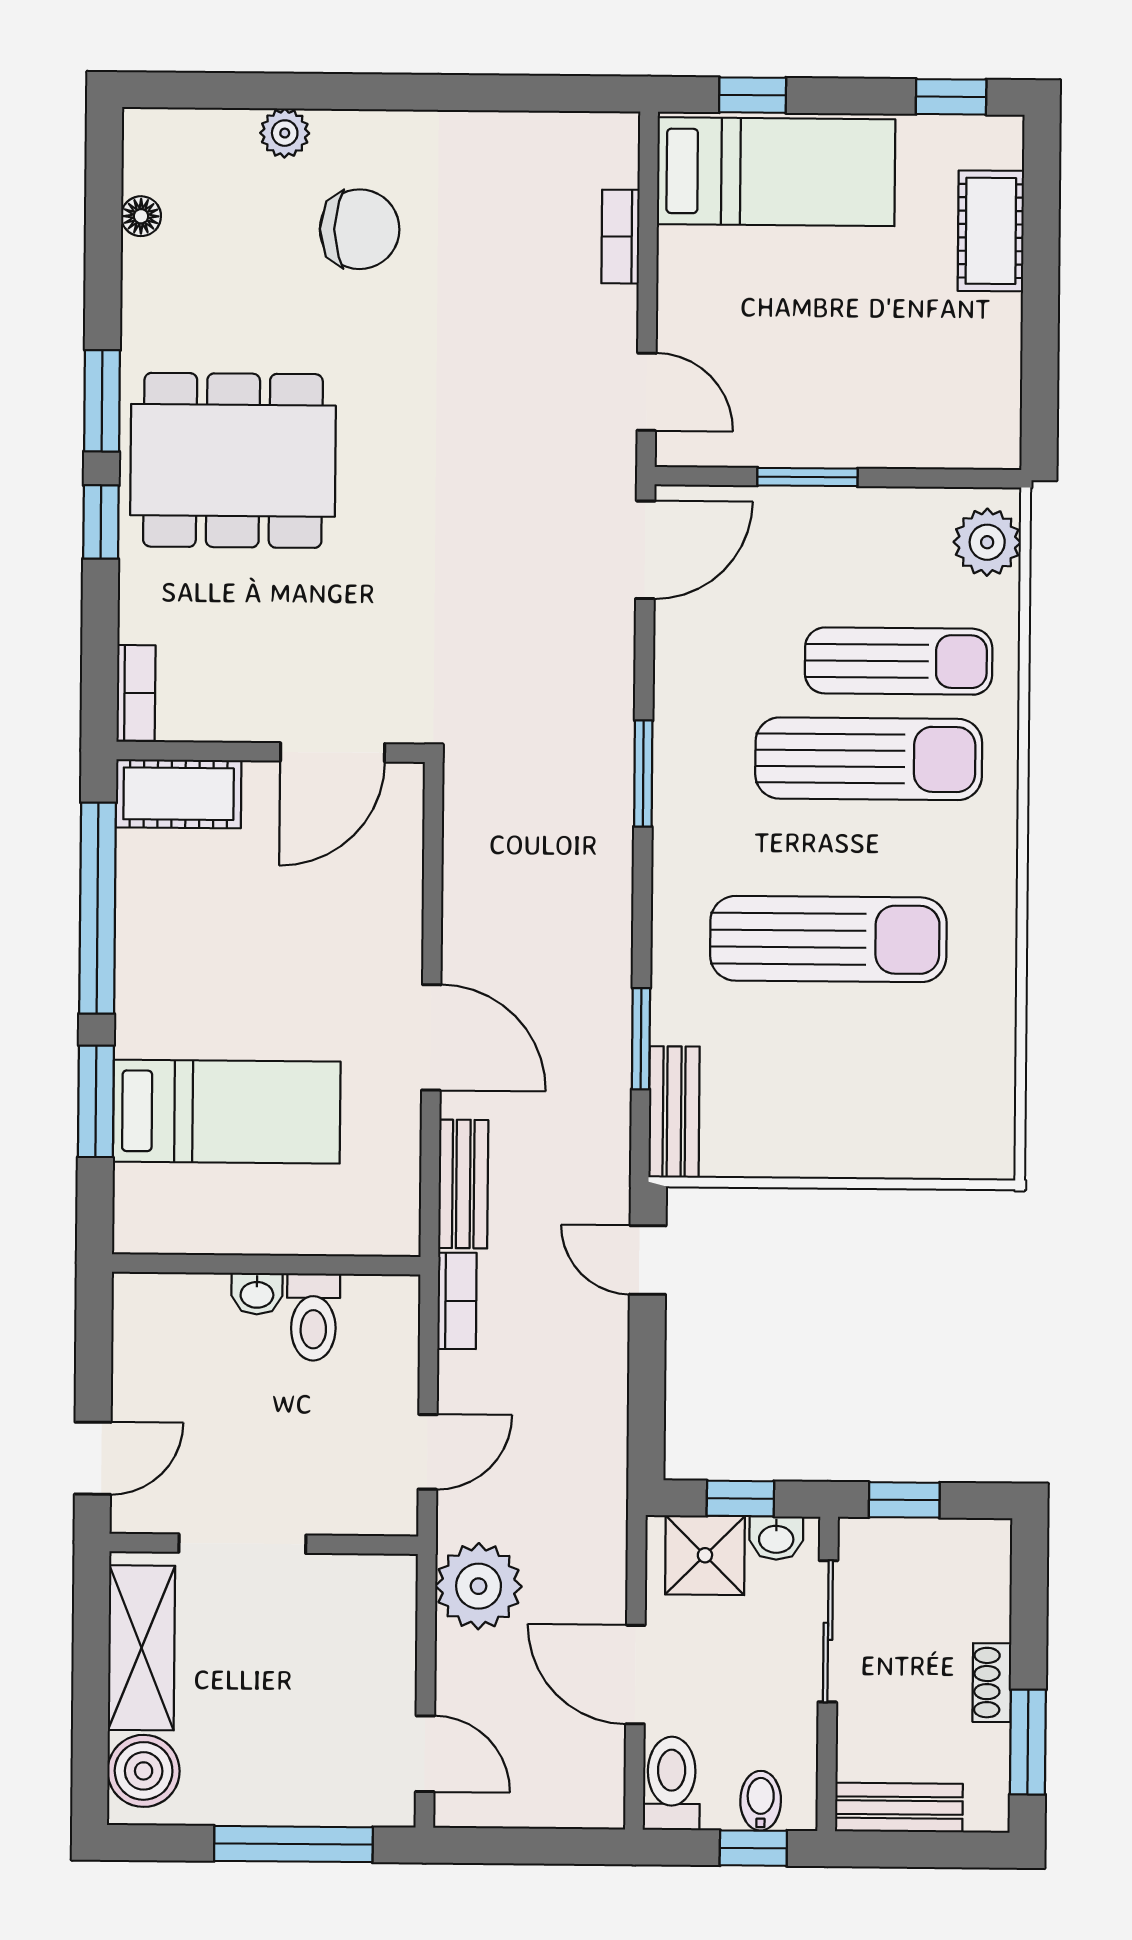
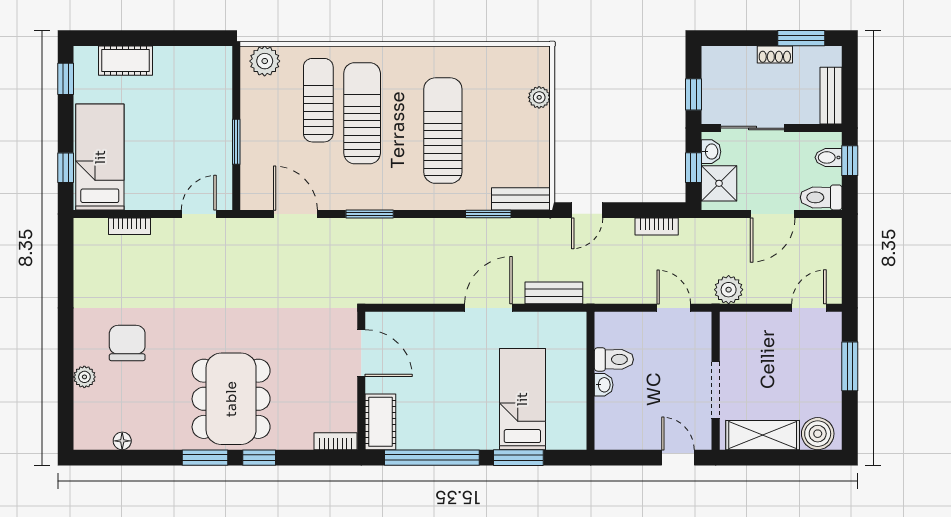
door: (645, 550) -> (296, 214), moved
plant: (901, 1155) -> (539, 97), added
bookcase: (457, 1301) -> (657, 227), moved, turned 180
plant: (479, 1586) -> (729, 290), width x0.73, depth x0.73
window: (293, 1844) -> (850, 366), width x0.69

